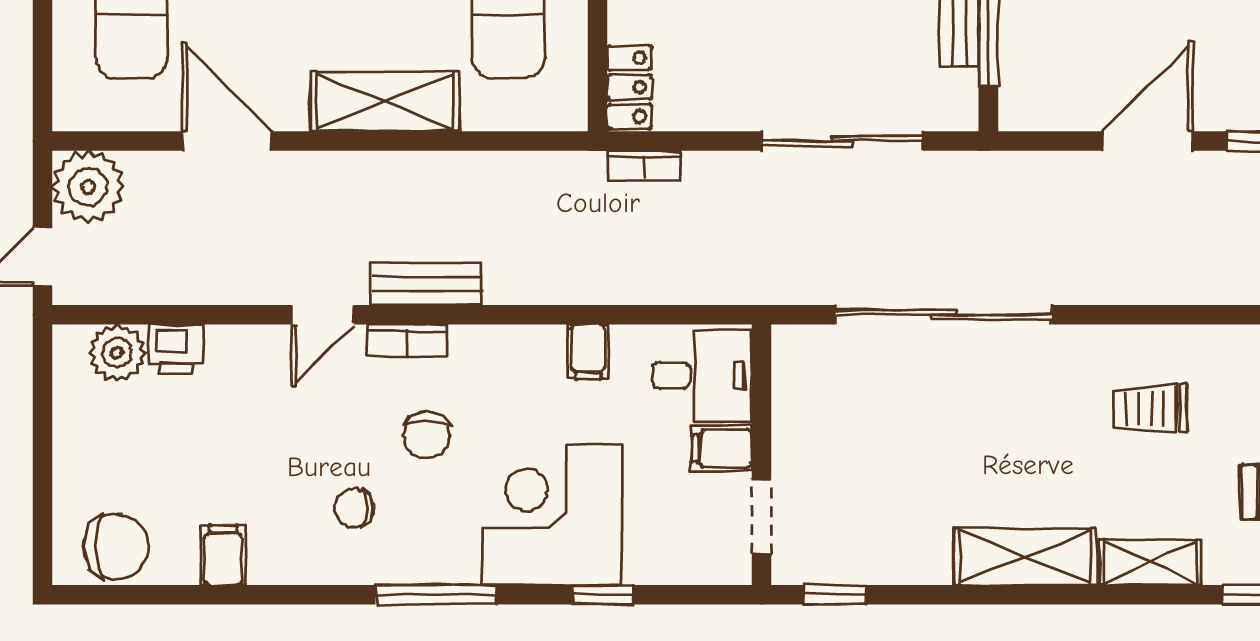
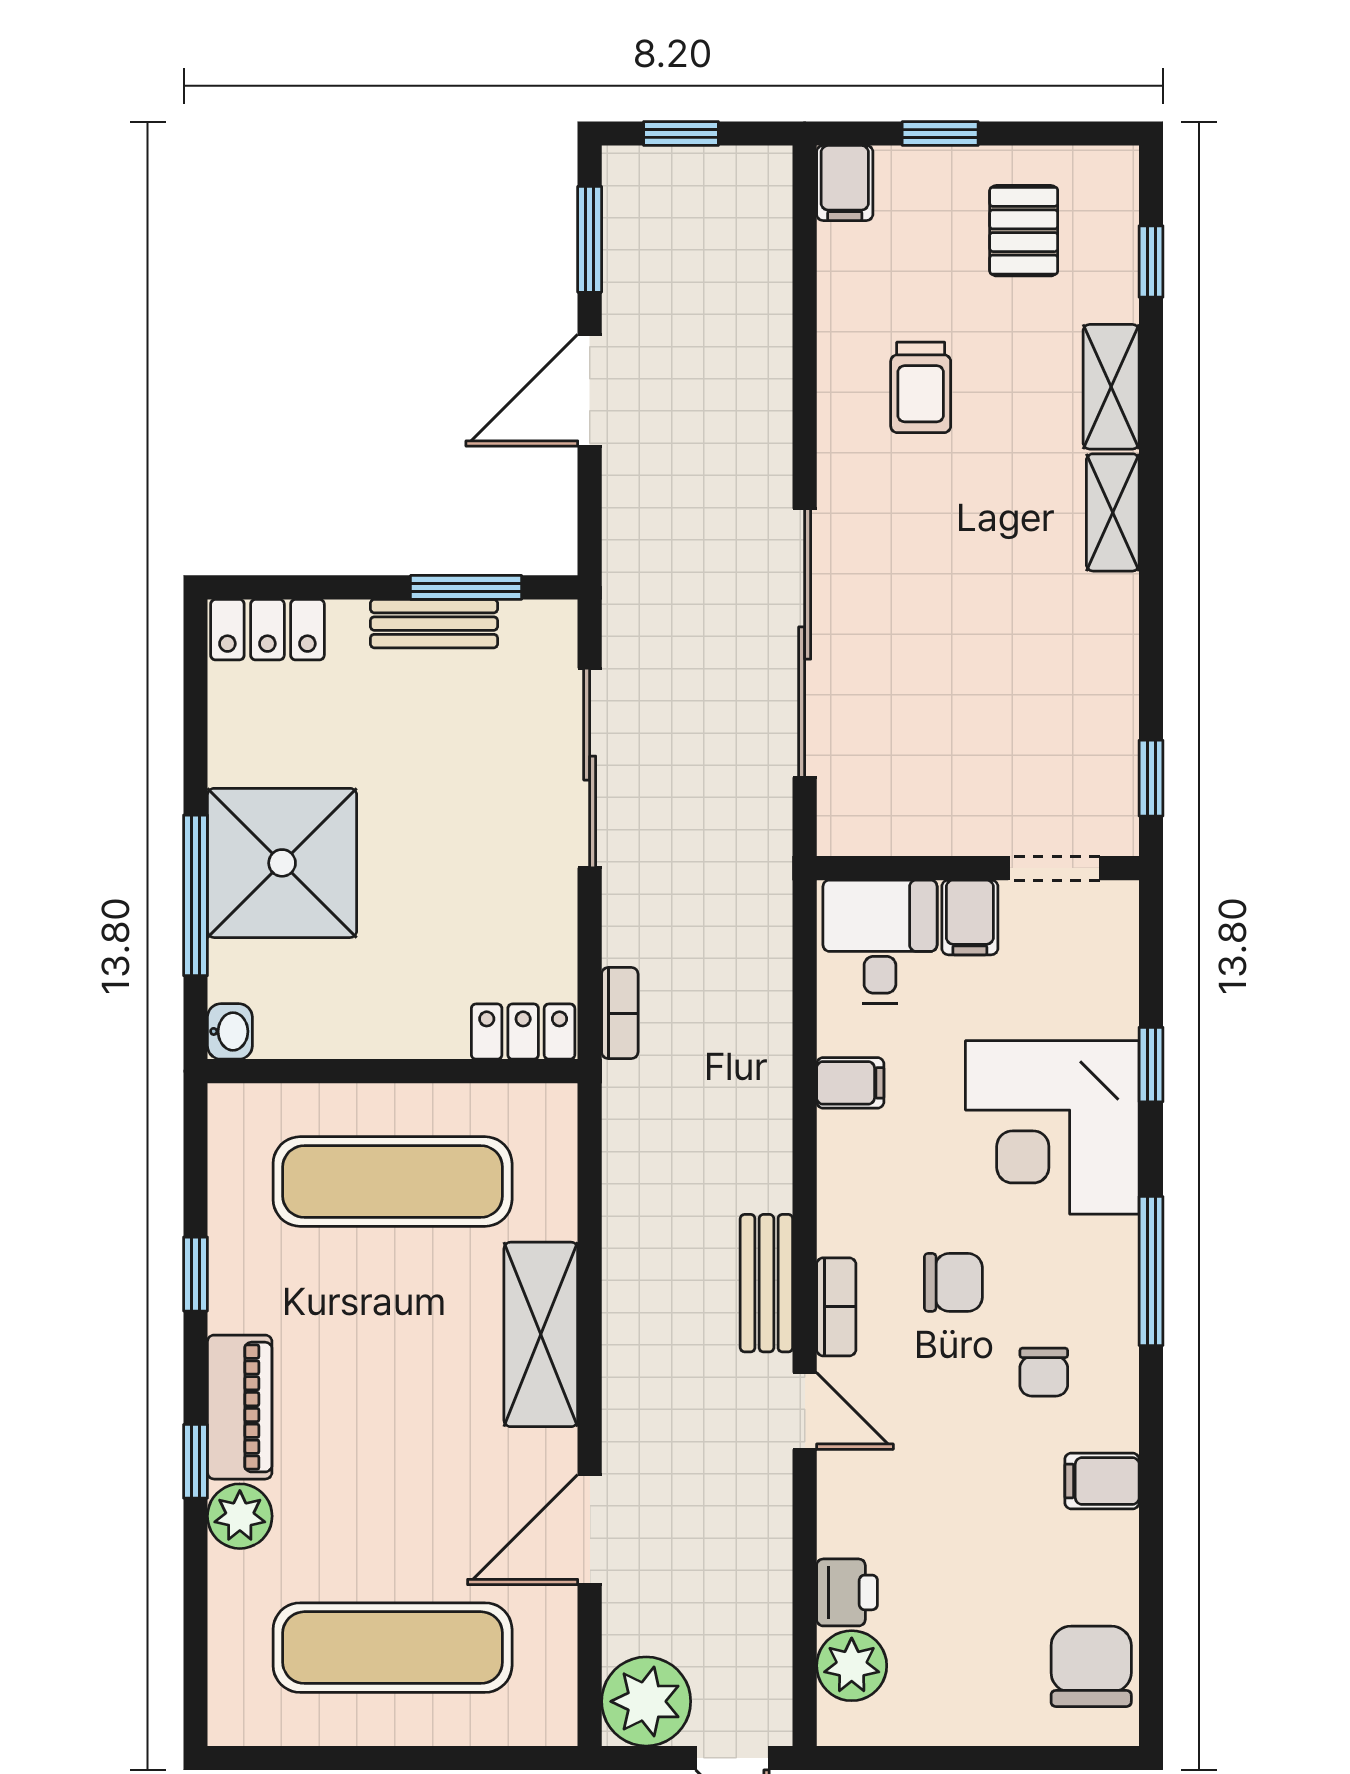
door: (1148, 141) -> (590, 390), hinge flipped
filing cabinet: (223, 555) -> (1102, 1481), moved
shelving: (1025, 557) -> (1113, 512), width x0.67, depth x0.75

